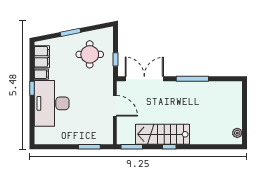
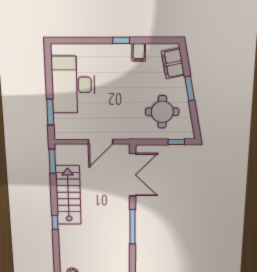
filing cabinet: (42, 57) -> (173, 63), moved, turned 79
window: (115, 59) -> (176, 142), moved
desk: (52, 103) -> (73, 85), moved, turned -90
window: (169, 147) -> (55, 223), moved

